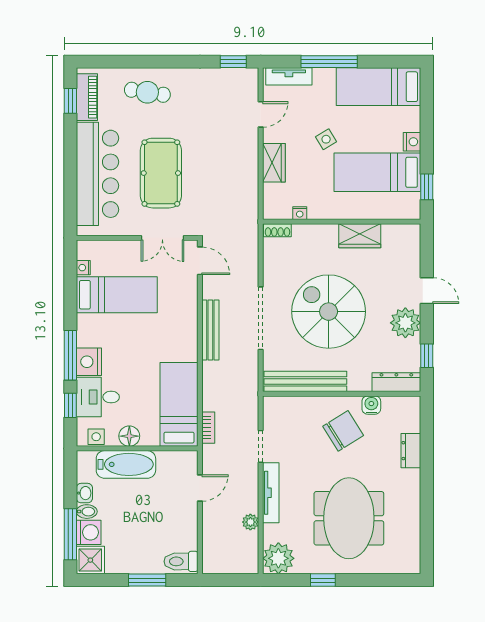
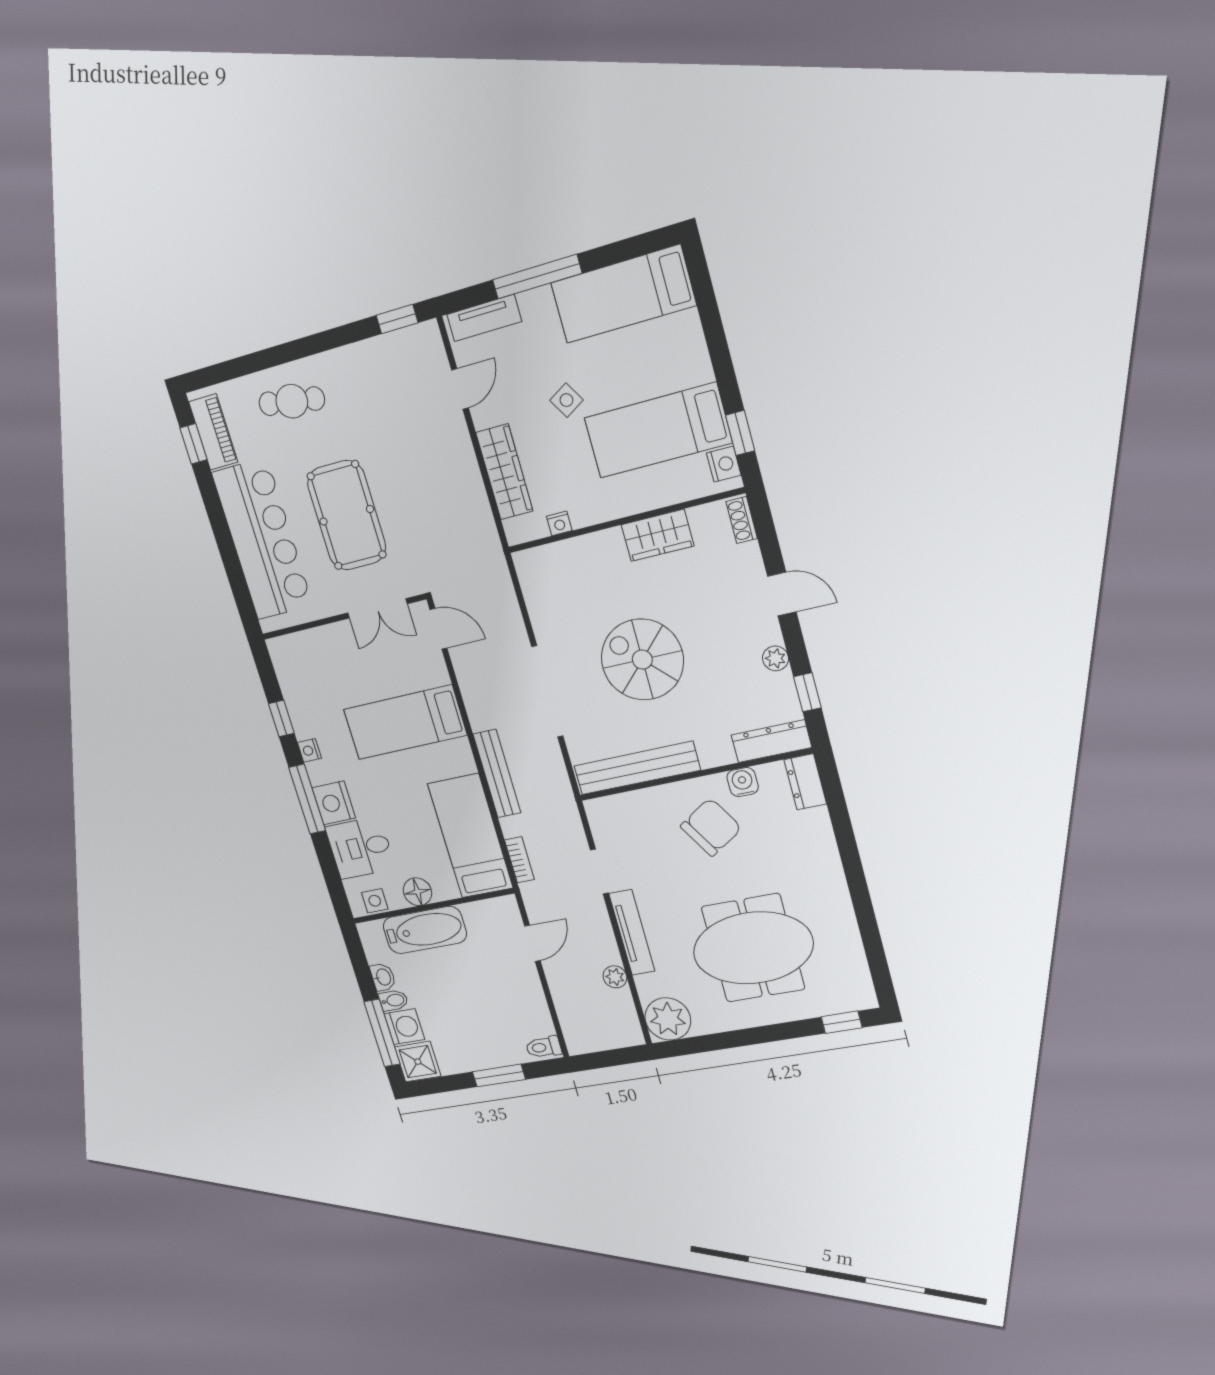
nightstand: (412, 142) -> (724, 464), moved
wardrobe: (274, 163) -> (504, 472), width x1.50
shoe rack: (277, 230) -> (742, 520), moved, turned 90
nightstand: (83, 268) -> (309, 750), moved
bed: (117, 295) -> (405, 722), moved, turned 180
spiral stairs: (329, 312) -> (642, 660), width x0.73, depth x0.73
plant: (405, 323) -> (775, 658), width x0.53, depth x0.53
bench: (210, 330) -> (497, 774), moved
window: (70, 405) -> (281, 718), moved
dresser: (411, 451) -> (805, 782), moved
meeting table: (349, 518) -> (753, 948), turned 90
toilet: (181, 561) -> (544, 1047), width x0.73, depth x0.72
window: (323, 580) -> (842, 1022), moved

